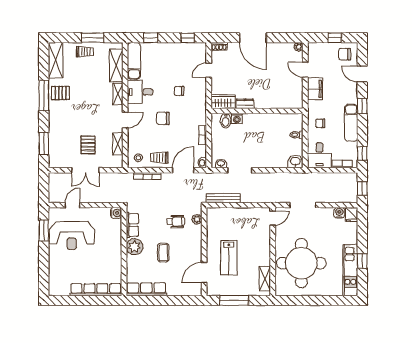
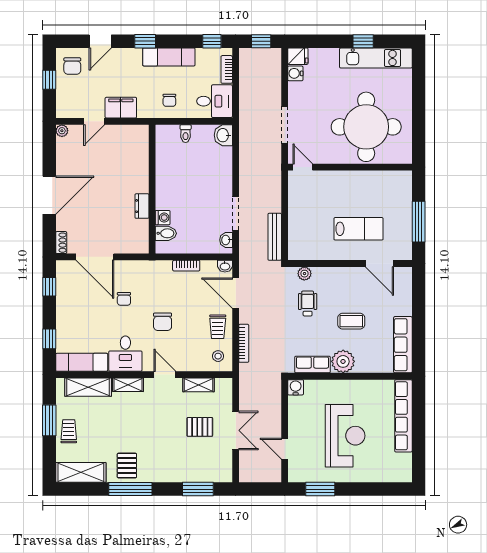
door: (209, 70) -> (95, 257), width x1.87
wardrobe: (223, 102) -> (139, 237), removed
reception desk: (72, 236) -> (345, 436), moved
shelving: (265, 279) -> (388, 178), removed

